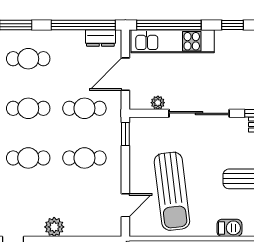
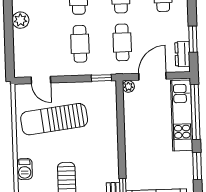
window: (83, 25) -> (193, 39), width x0.47
window: (233, 25) -> (197, 166), width x1.50
door: (125, 74) -> (152, 76), hinge flipped
plant: (158, 103) -> (128, 86), moved
sliding door: (199, 113) -> (121, 140), removed

